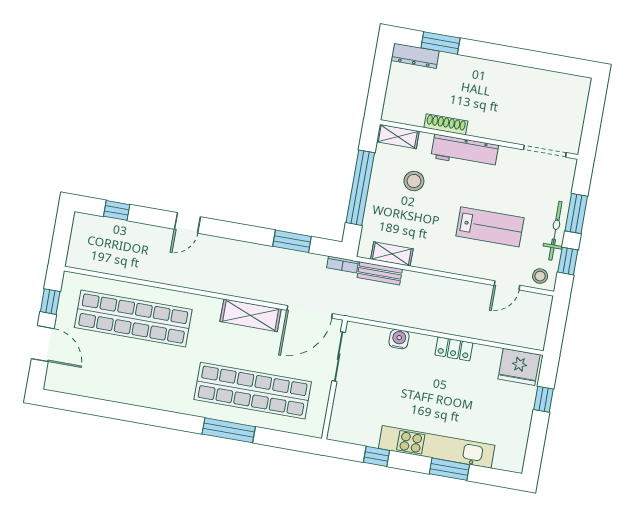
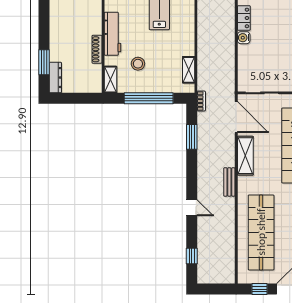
bench: (380, 273) -> (229, 182), moved
water cooler: (399, 339) -> (244, 38), moved

